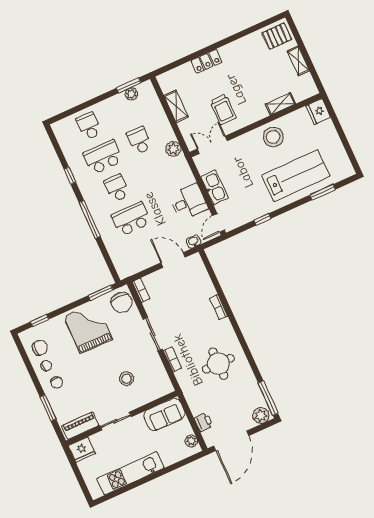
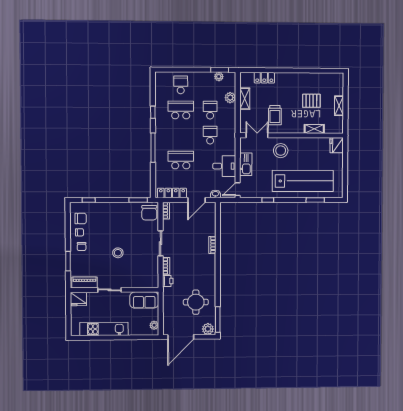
pallet: (277, 36) -> (311, 101), moved
locker: (207, 61) -> (264, 78), moved
stool: (273, 137) -> (281, 151), moved
plant: (173, 149) -> (230, 98), moved
lab bench: (296, 176) -> (303, 181), width x1.36
school desk: (117, 188) -> (210, 135), moved
door: (173, 260) -> (196, 200), swing flipped
locker: (139, 265) -> (172, 193), added
grand piano: (88, 328) -> (119, 220), removed
round table: (218, 364) -> (196, 302), moved
stool: (127, 379) -> (118, 253), moved
printer: (203, 422) -> (168, 281), moved

